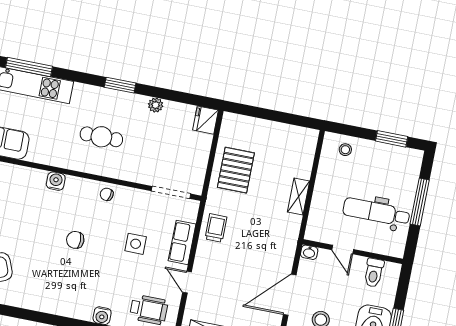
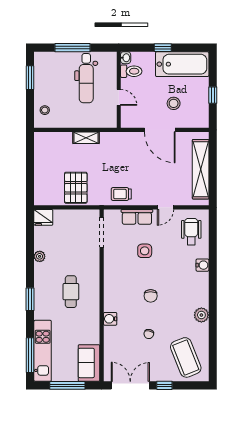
window: (120, 85) -> (30, 299), moved
pallet: (236, 170) -> (76, 188), turned 90
chair: (107, 194) -> (149, 334), moved
door: (343, 250) -> (119, 97), hinge flipped
washbasin: (309, 252) -> (126, 58), moved
plant: (37, 301) -> (201, 315), added

